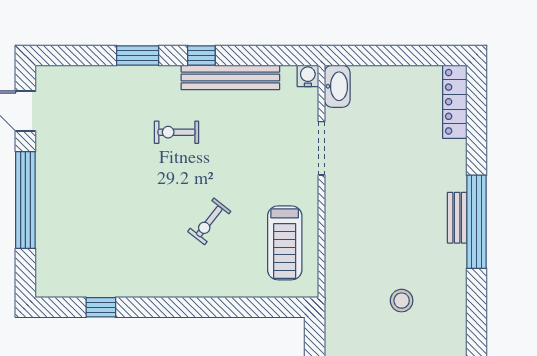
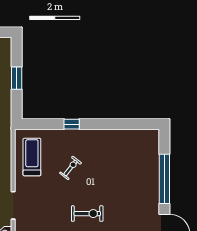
exercise bike: (176, 132) -> (87, 214), width x1.38, depth x1.39
window: (101, 307) -> (72, 124), moved

